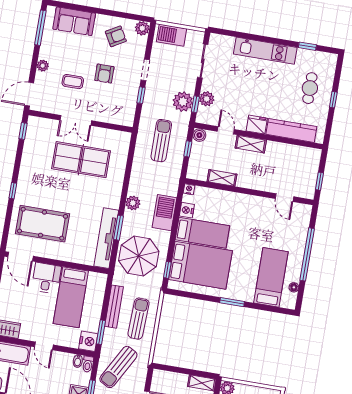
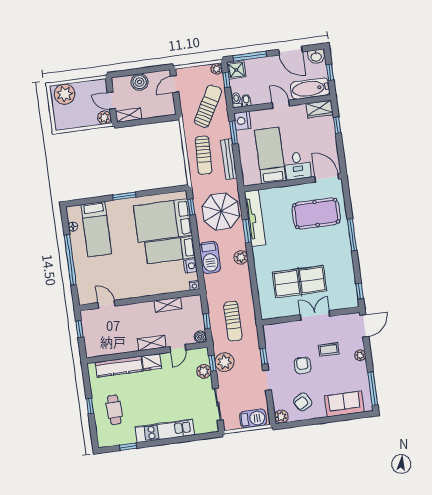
door: (226, 130) -> (178, 348), hinge flipped
window: (13, 191) -> (352, 235), width x2.17

